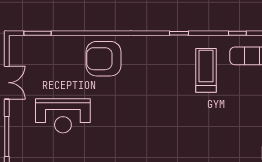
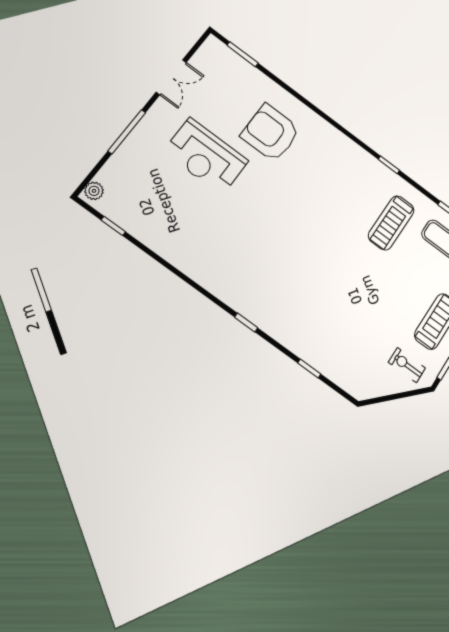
armchair: (103, 59) -> (271, 133), moved
treadmill: (206, 70) -> (391, 223), turned 180

